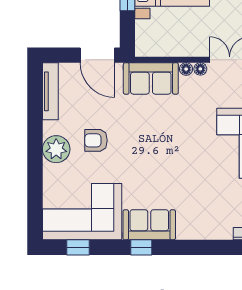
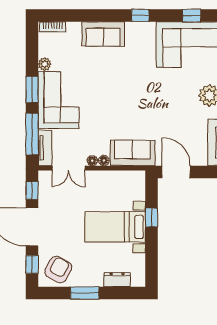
armchair: (96, 140) -> (177, 103), removed
sofa: (149, 225) -> (103, 34), moved

